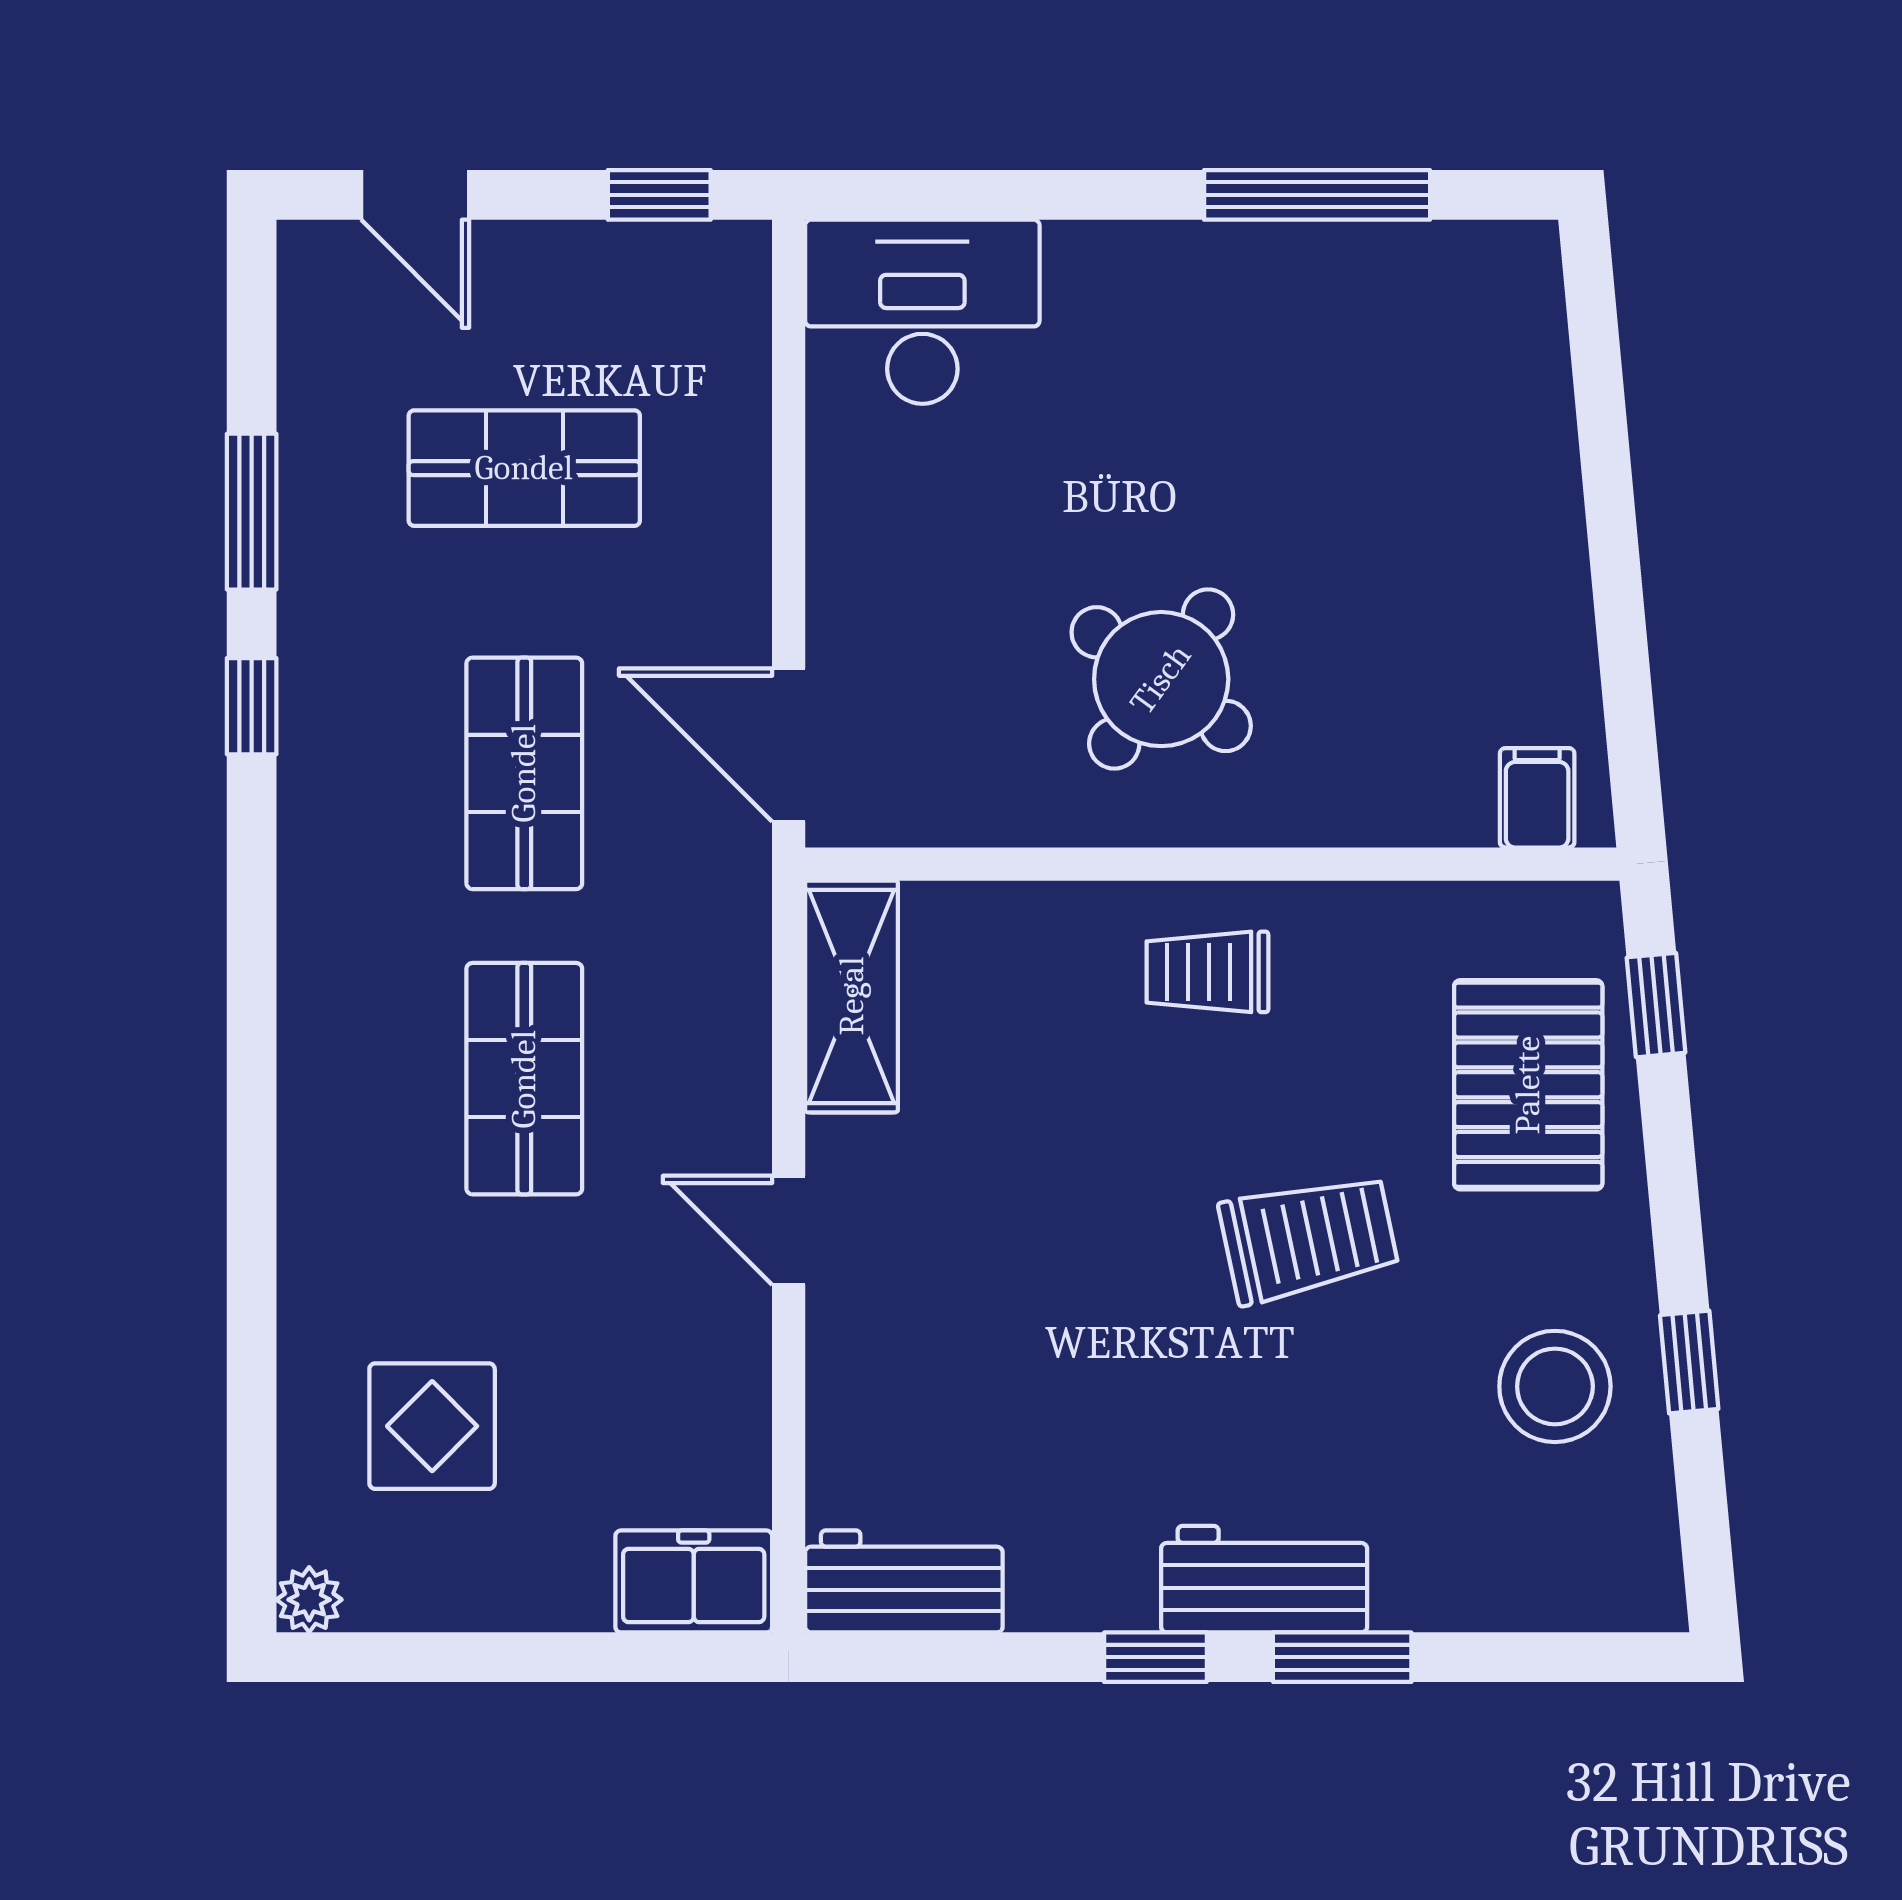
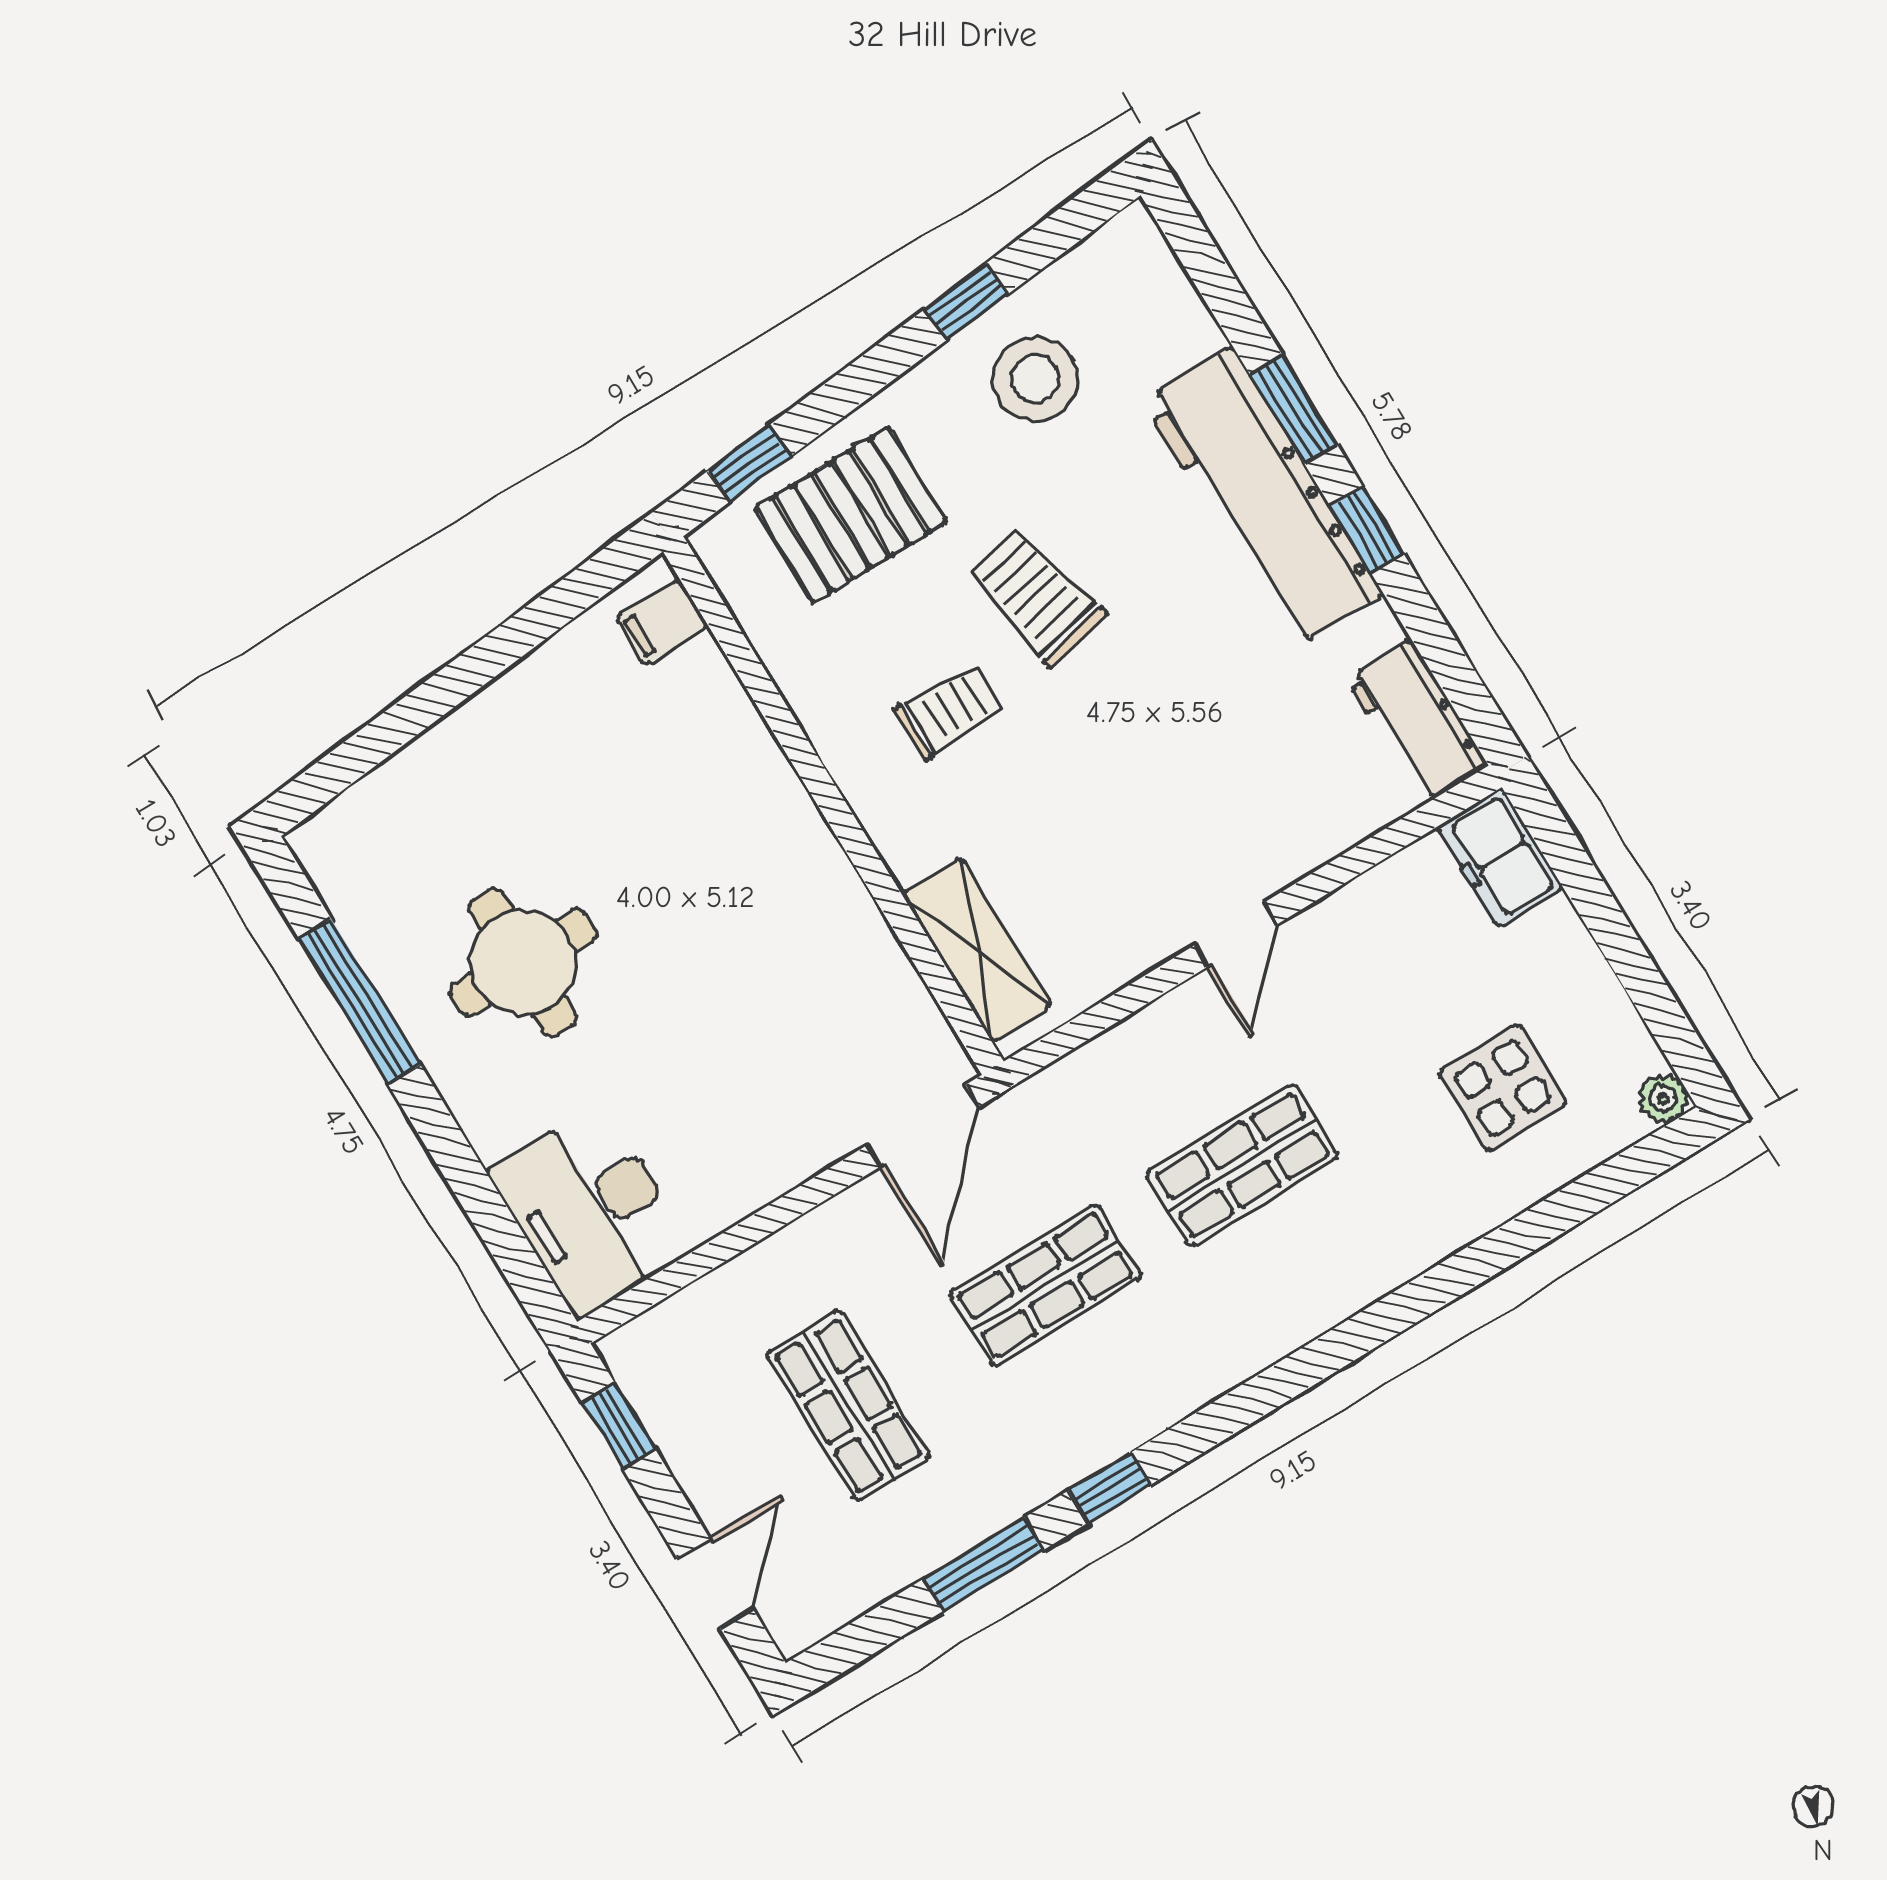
round table: (1161, 679) -> (523, 962), moved, turned -36
trolley: (1207, 972) -> (949, 711), moved, turned -90
shelving: (852, 996) -> (977, 950), moved, turned 90
workbench: (1264, 1579) -> (1263, 497), width x1.88, depth x1.32

